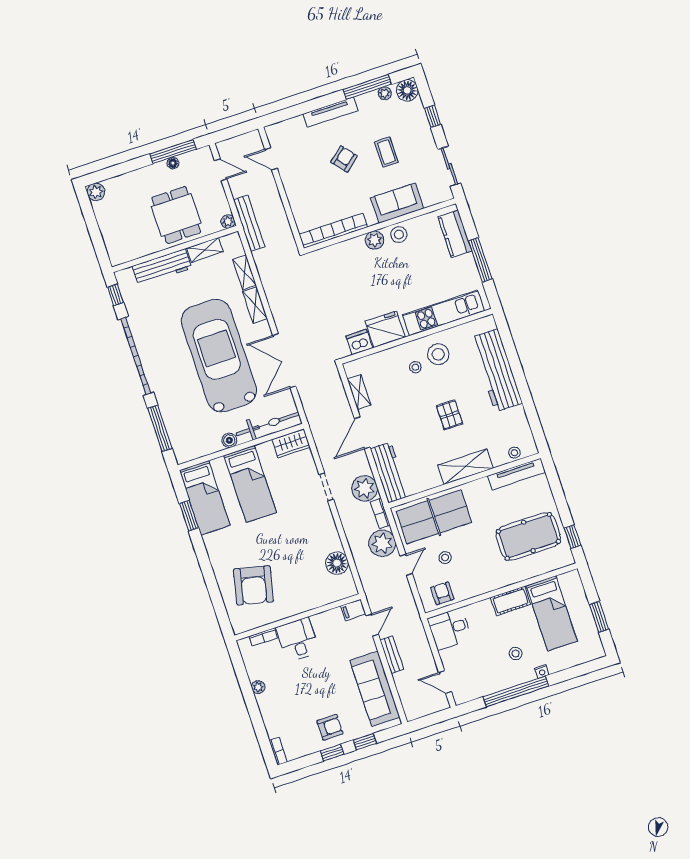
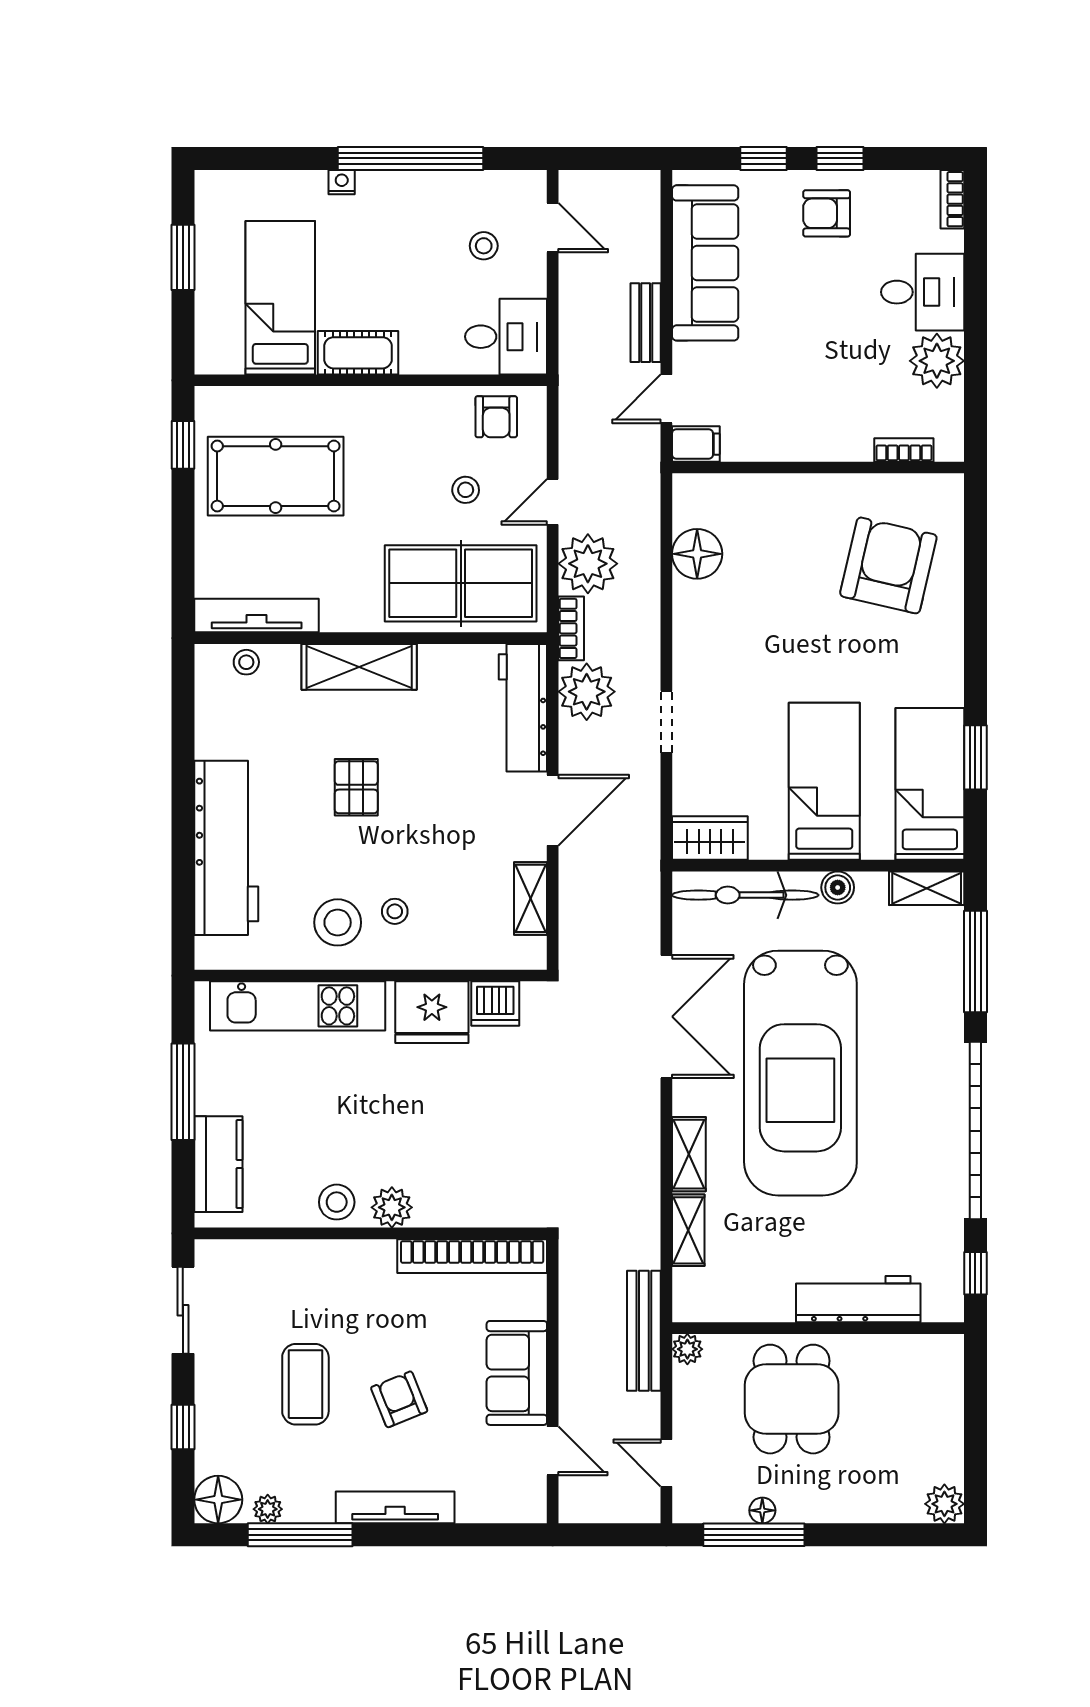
coffee table: (386, 152) -> (305, 1384), width x1.36, depth x1.30
armchair: (344, 159) -> (399, 1399), turned 108
sofa: (397, 203) -> (517, 1373), moved, turned 90
shelving: (205, 250) -> (927, 888), moved
desk: (298, 640) -> (923, 292), moved, turned -90
stool: (516, 653) -> (484, 246), moved
plant: (258, 687) -> (937, 361), width x1.88, depth x1.88

